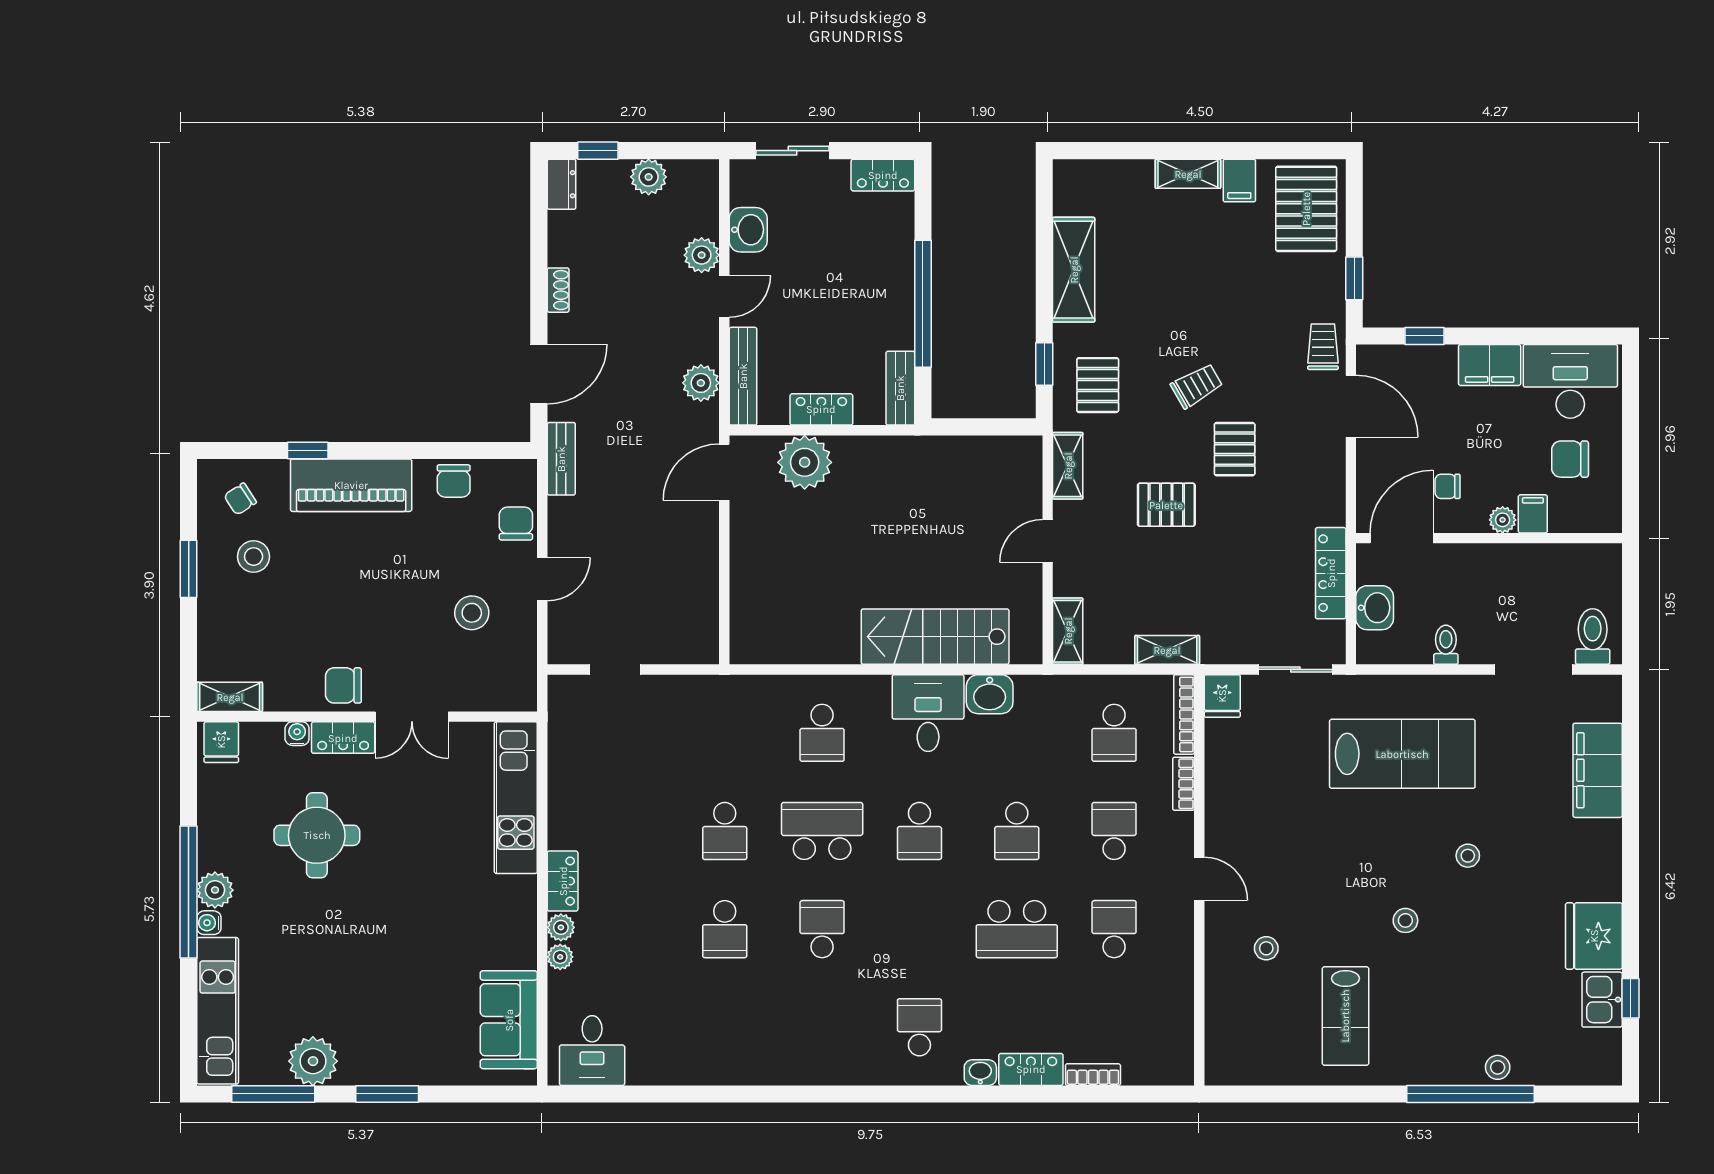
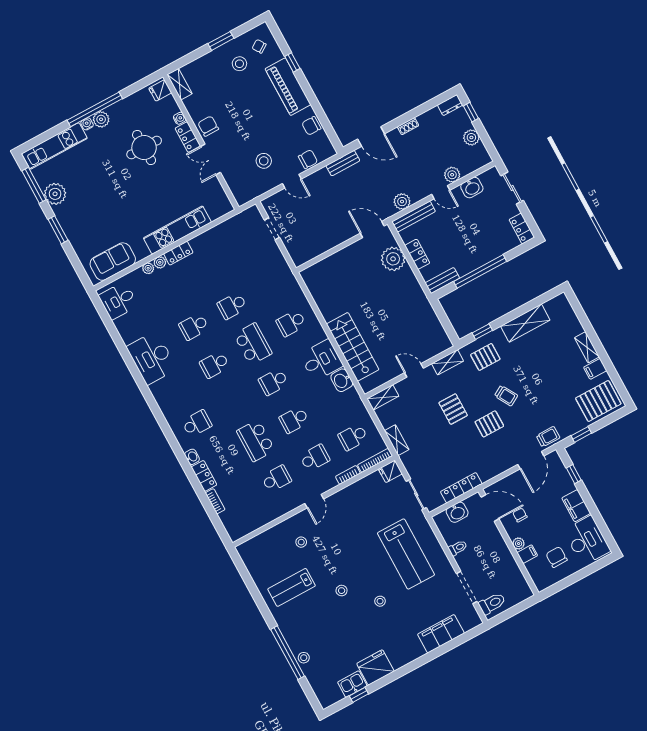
kitchen unit: (516, 798) -> (177, 230), moved
school desk: (822, 929) -> (215, 365), turned 180
desk: (741, 1046) -> (152, 358), added

